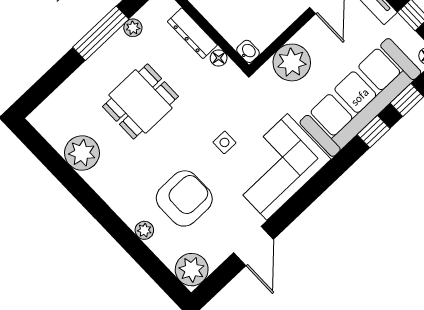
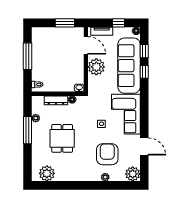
plant: (292, 62) -> (96, 67), moved
plant: (82, 153) -> (47, 173), moved

